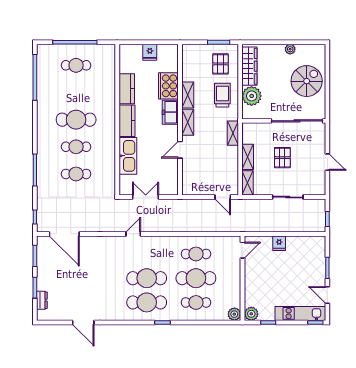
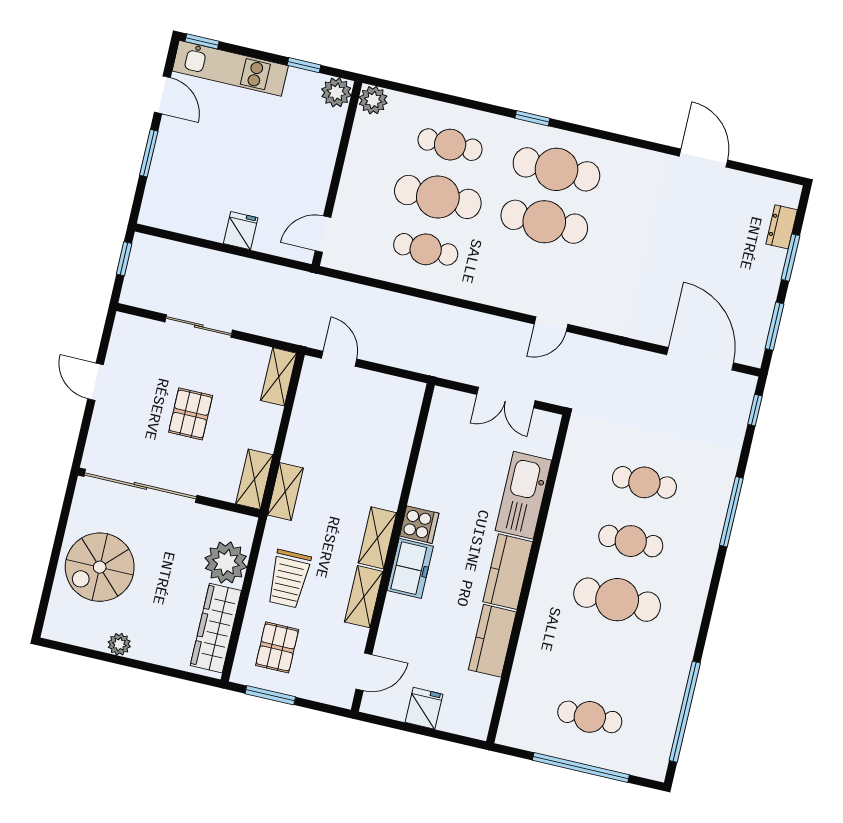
cooker: (168, 86) -> (419, 525), moved, width x0.53, depth x0.76
door: (180, 150) -> (364, 672), moved
shelving: (248, 157) -> (254, 479), moved

